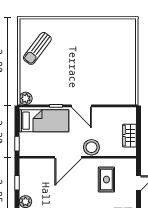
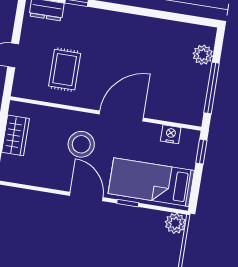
stool: (91, 147) -> (81, 144), moved
nightstand: (37, 151) -> (171, 134), added
window: (17, 183) -> (212, 88), width x2.17

